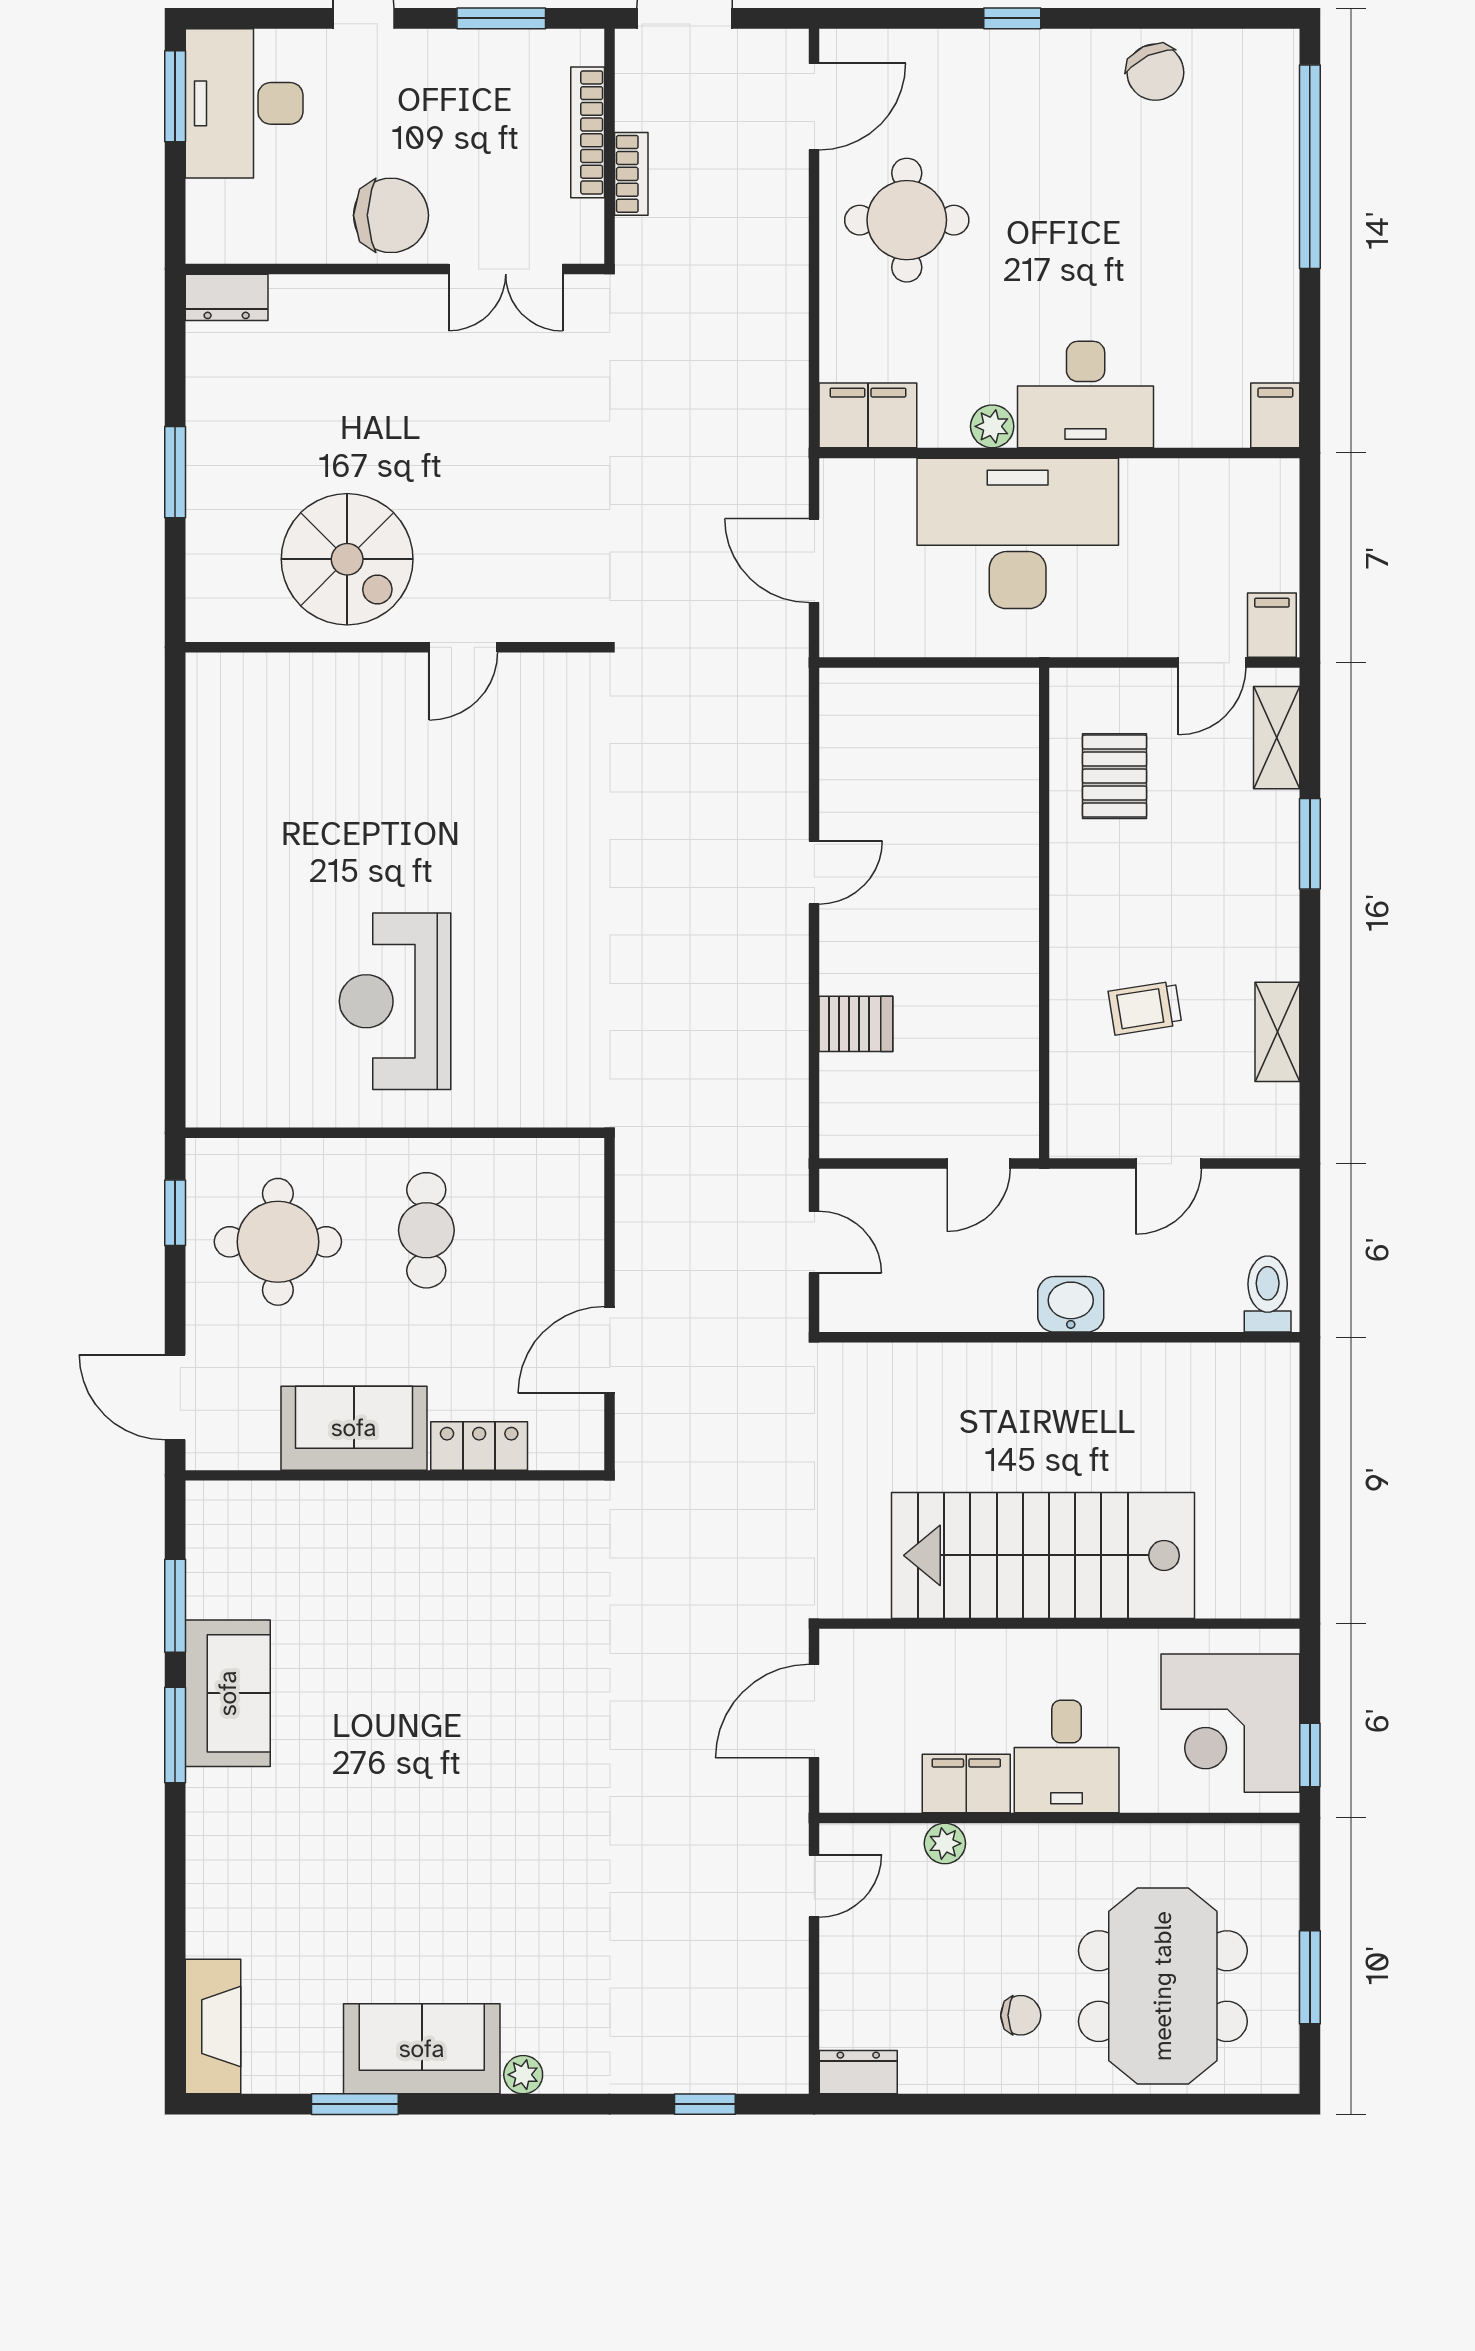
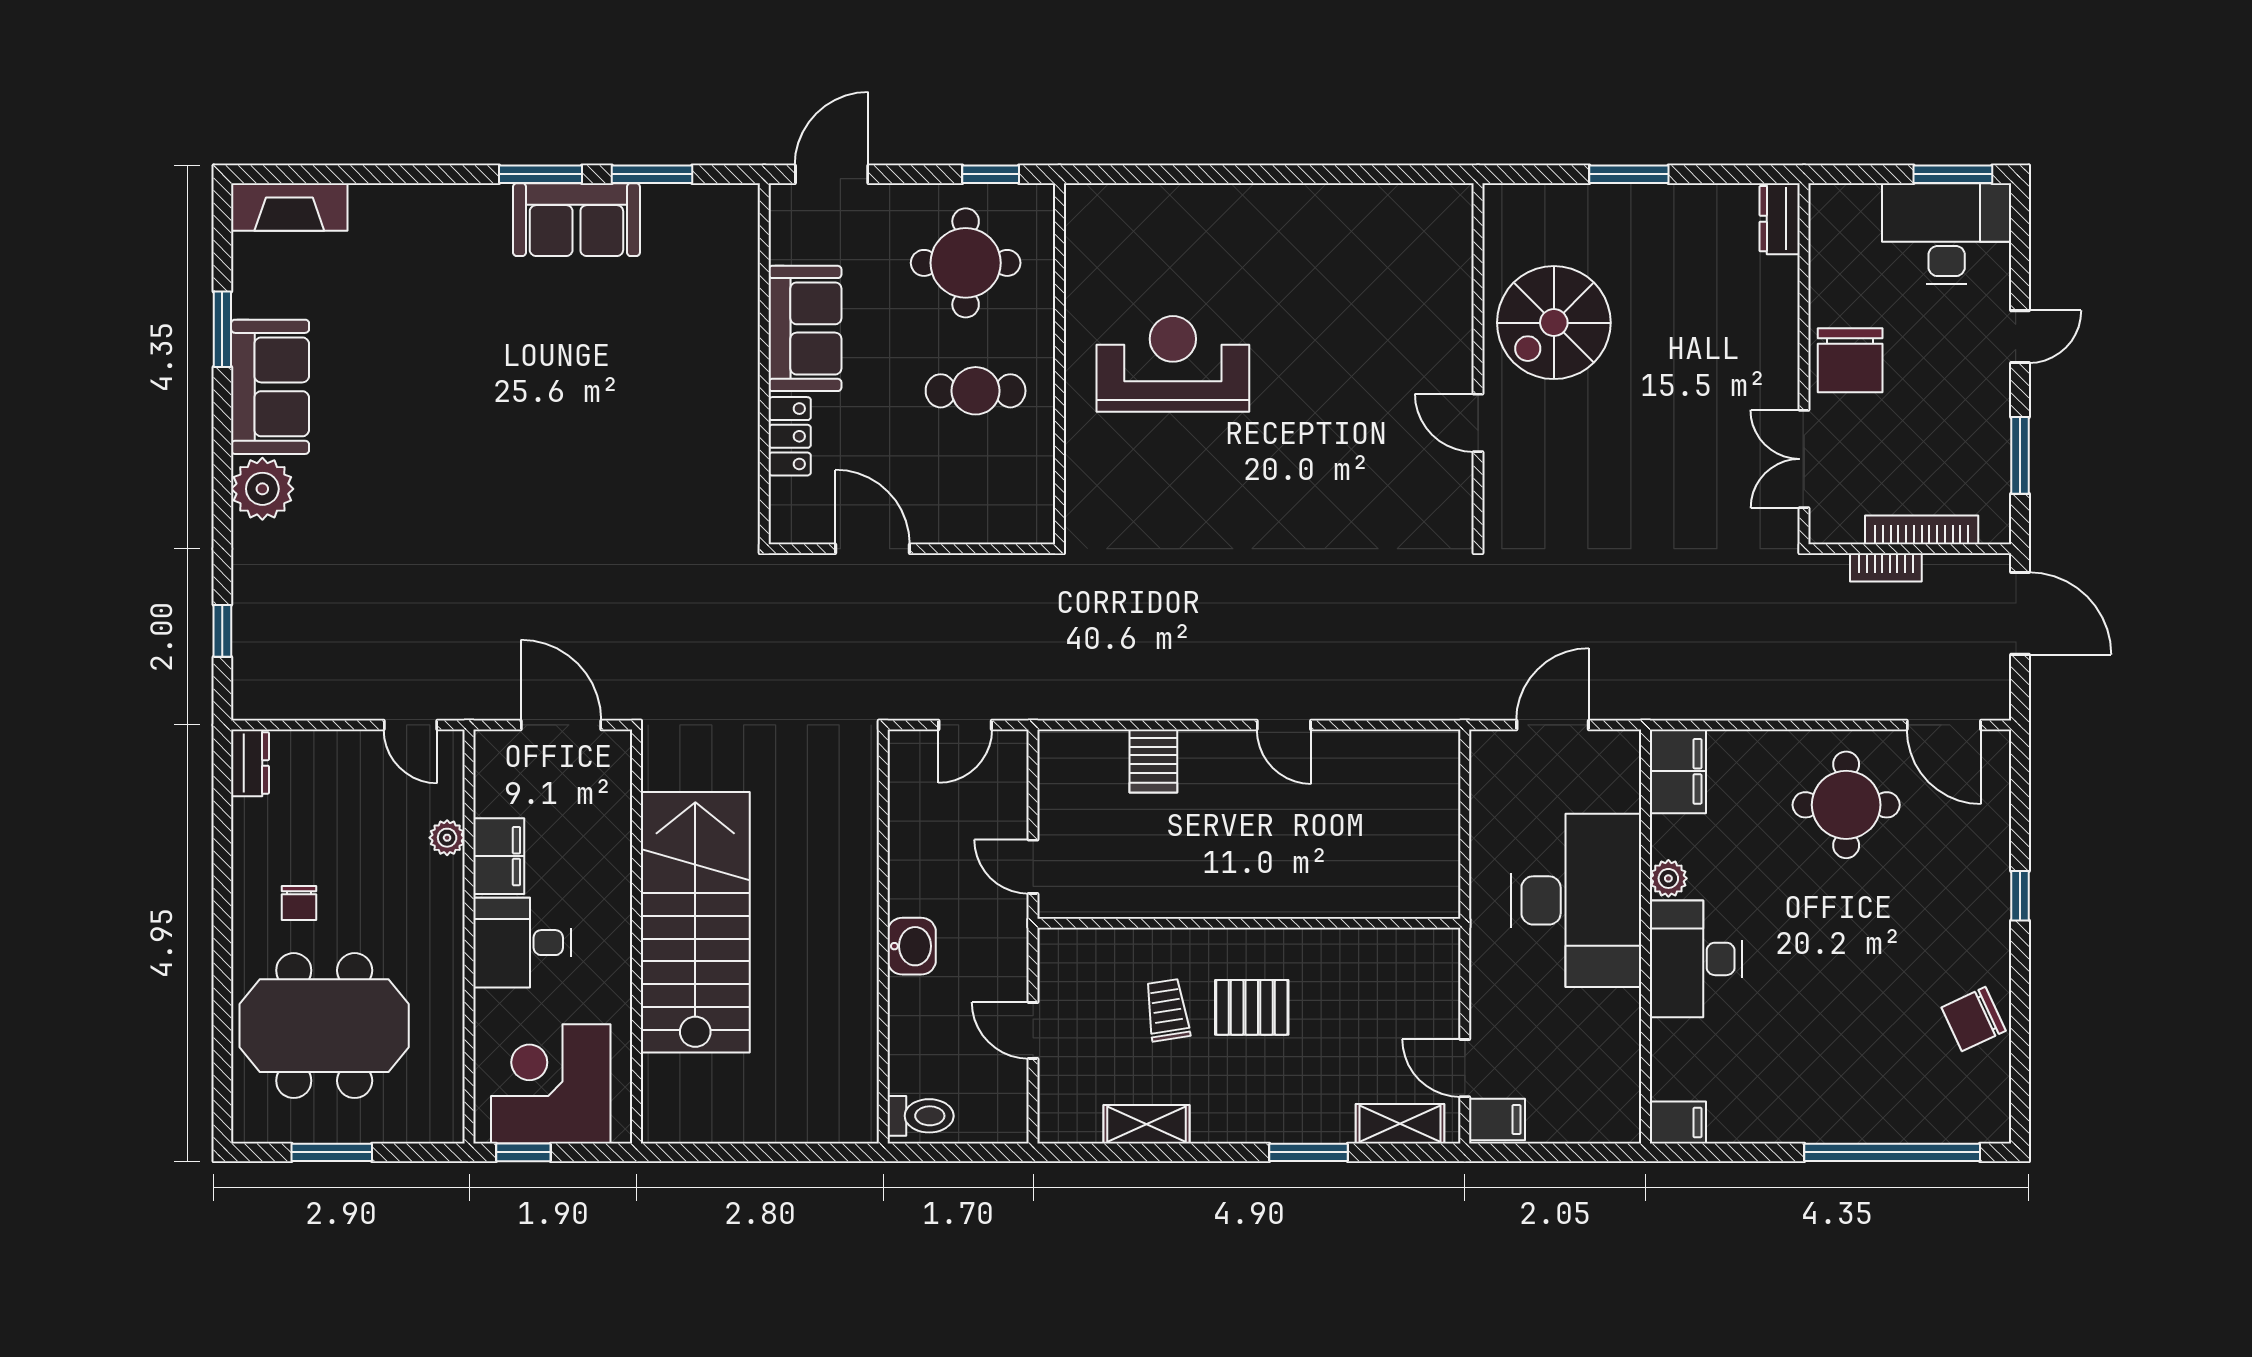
pallet: (1115, 776) -> (1252, 1007), moved
plant: (523, 2075) -> (262, 489), width x1.88, depth x1.88

